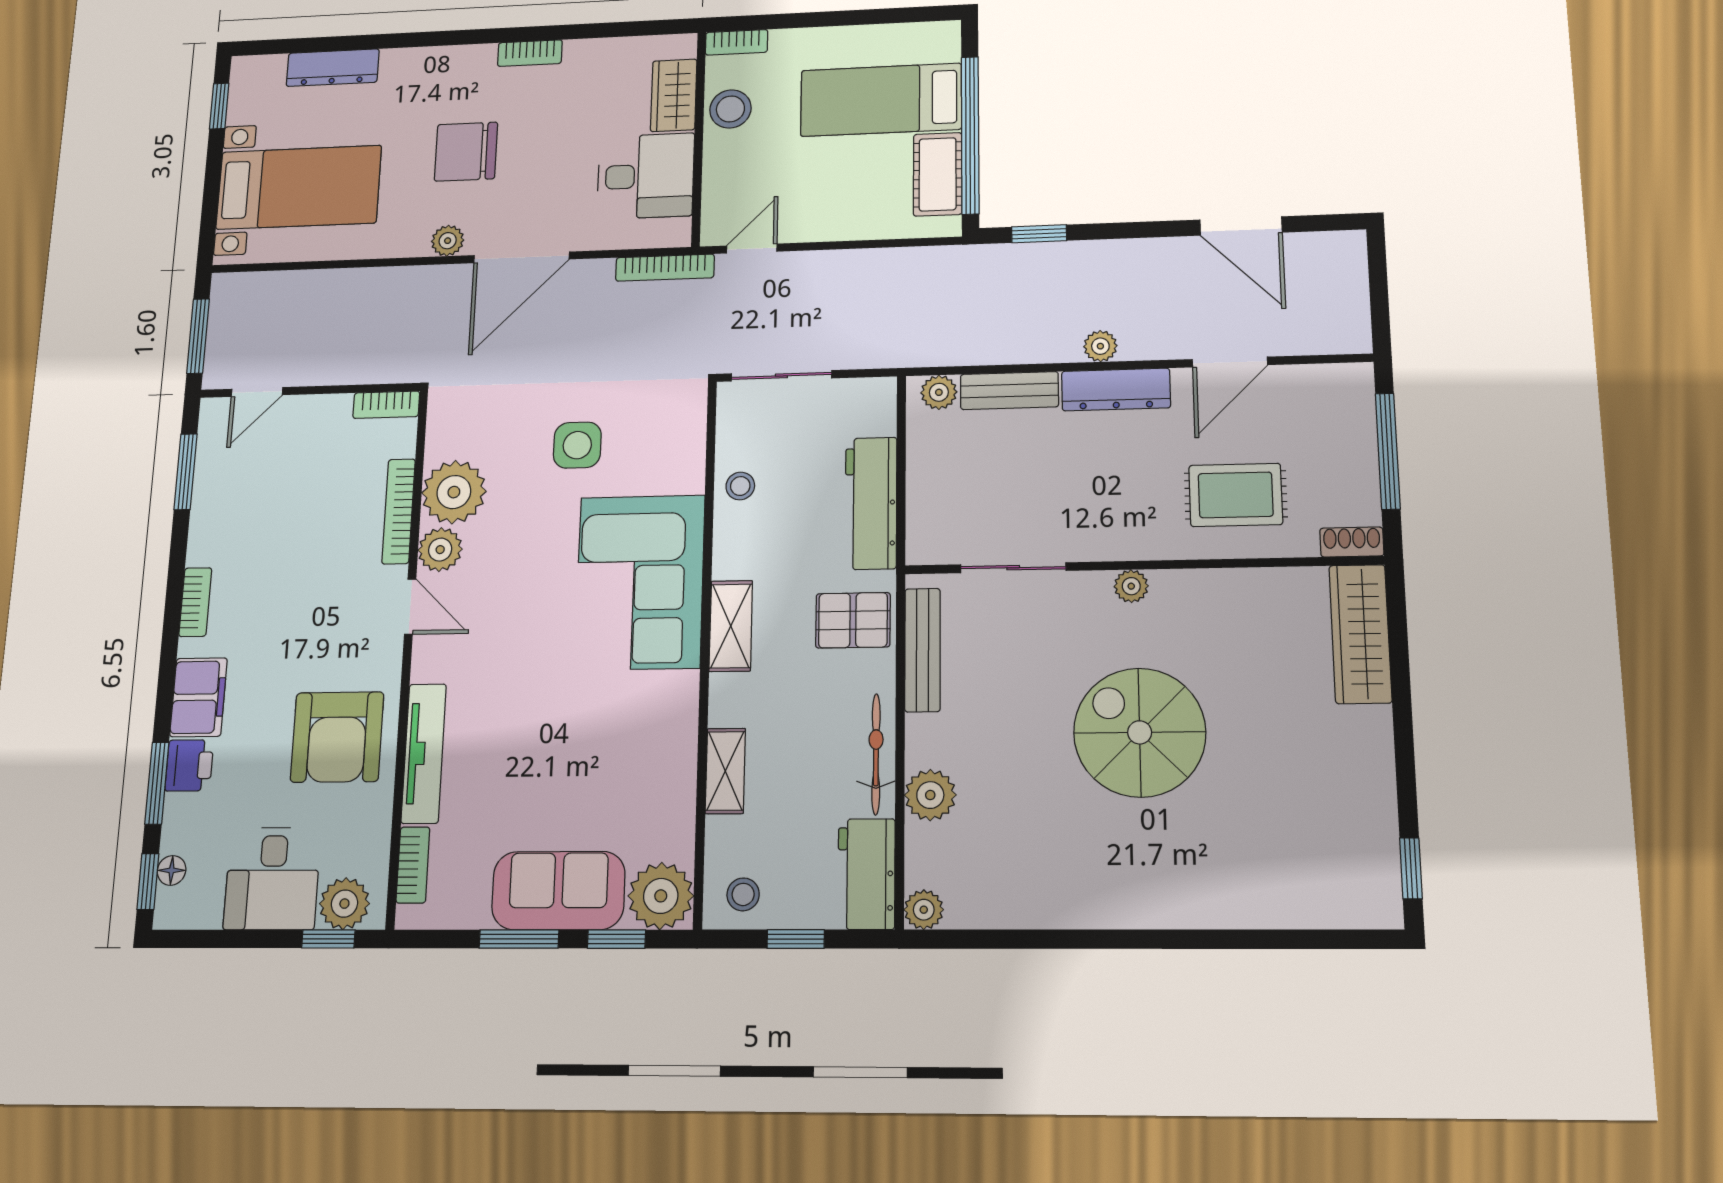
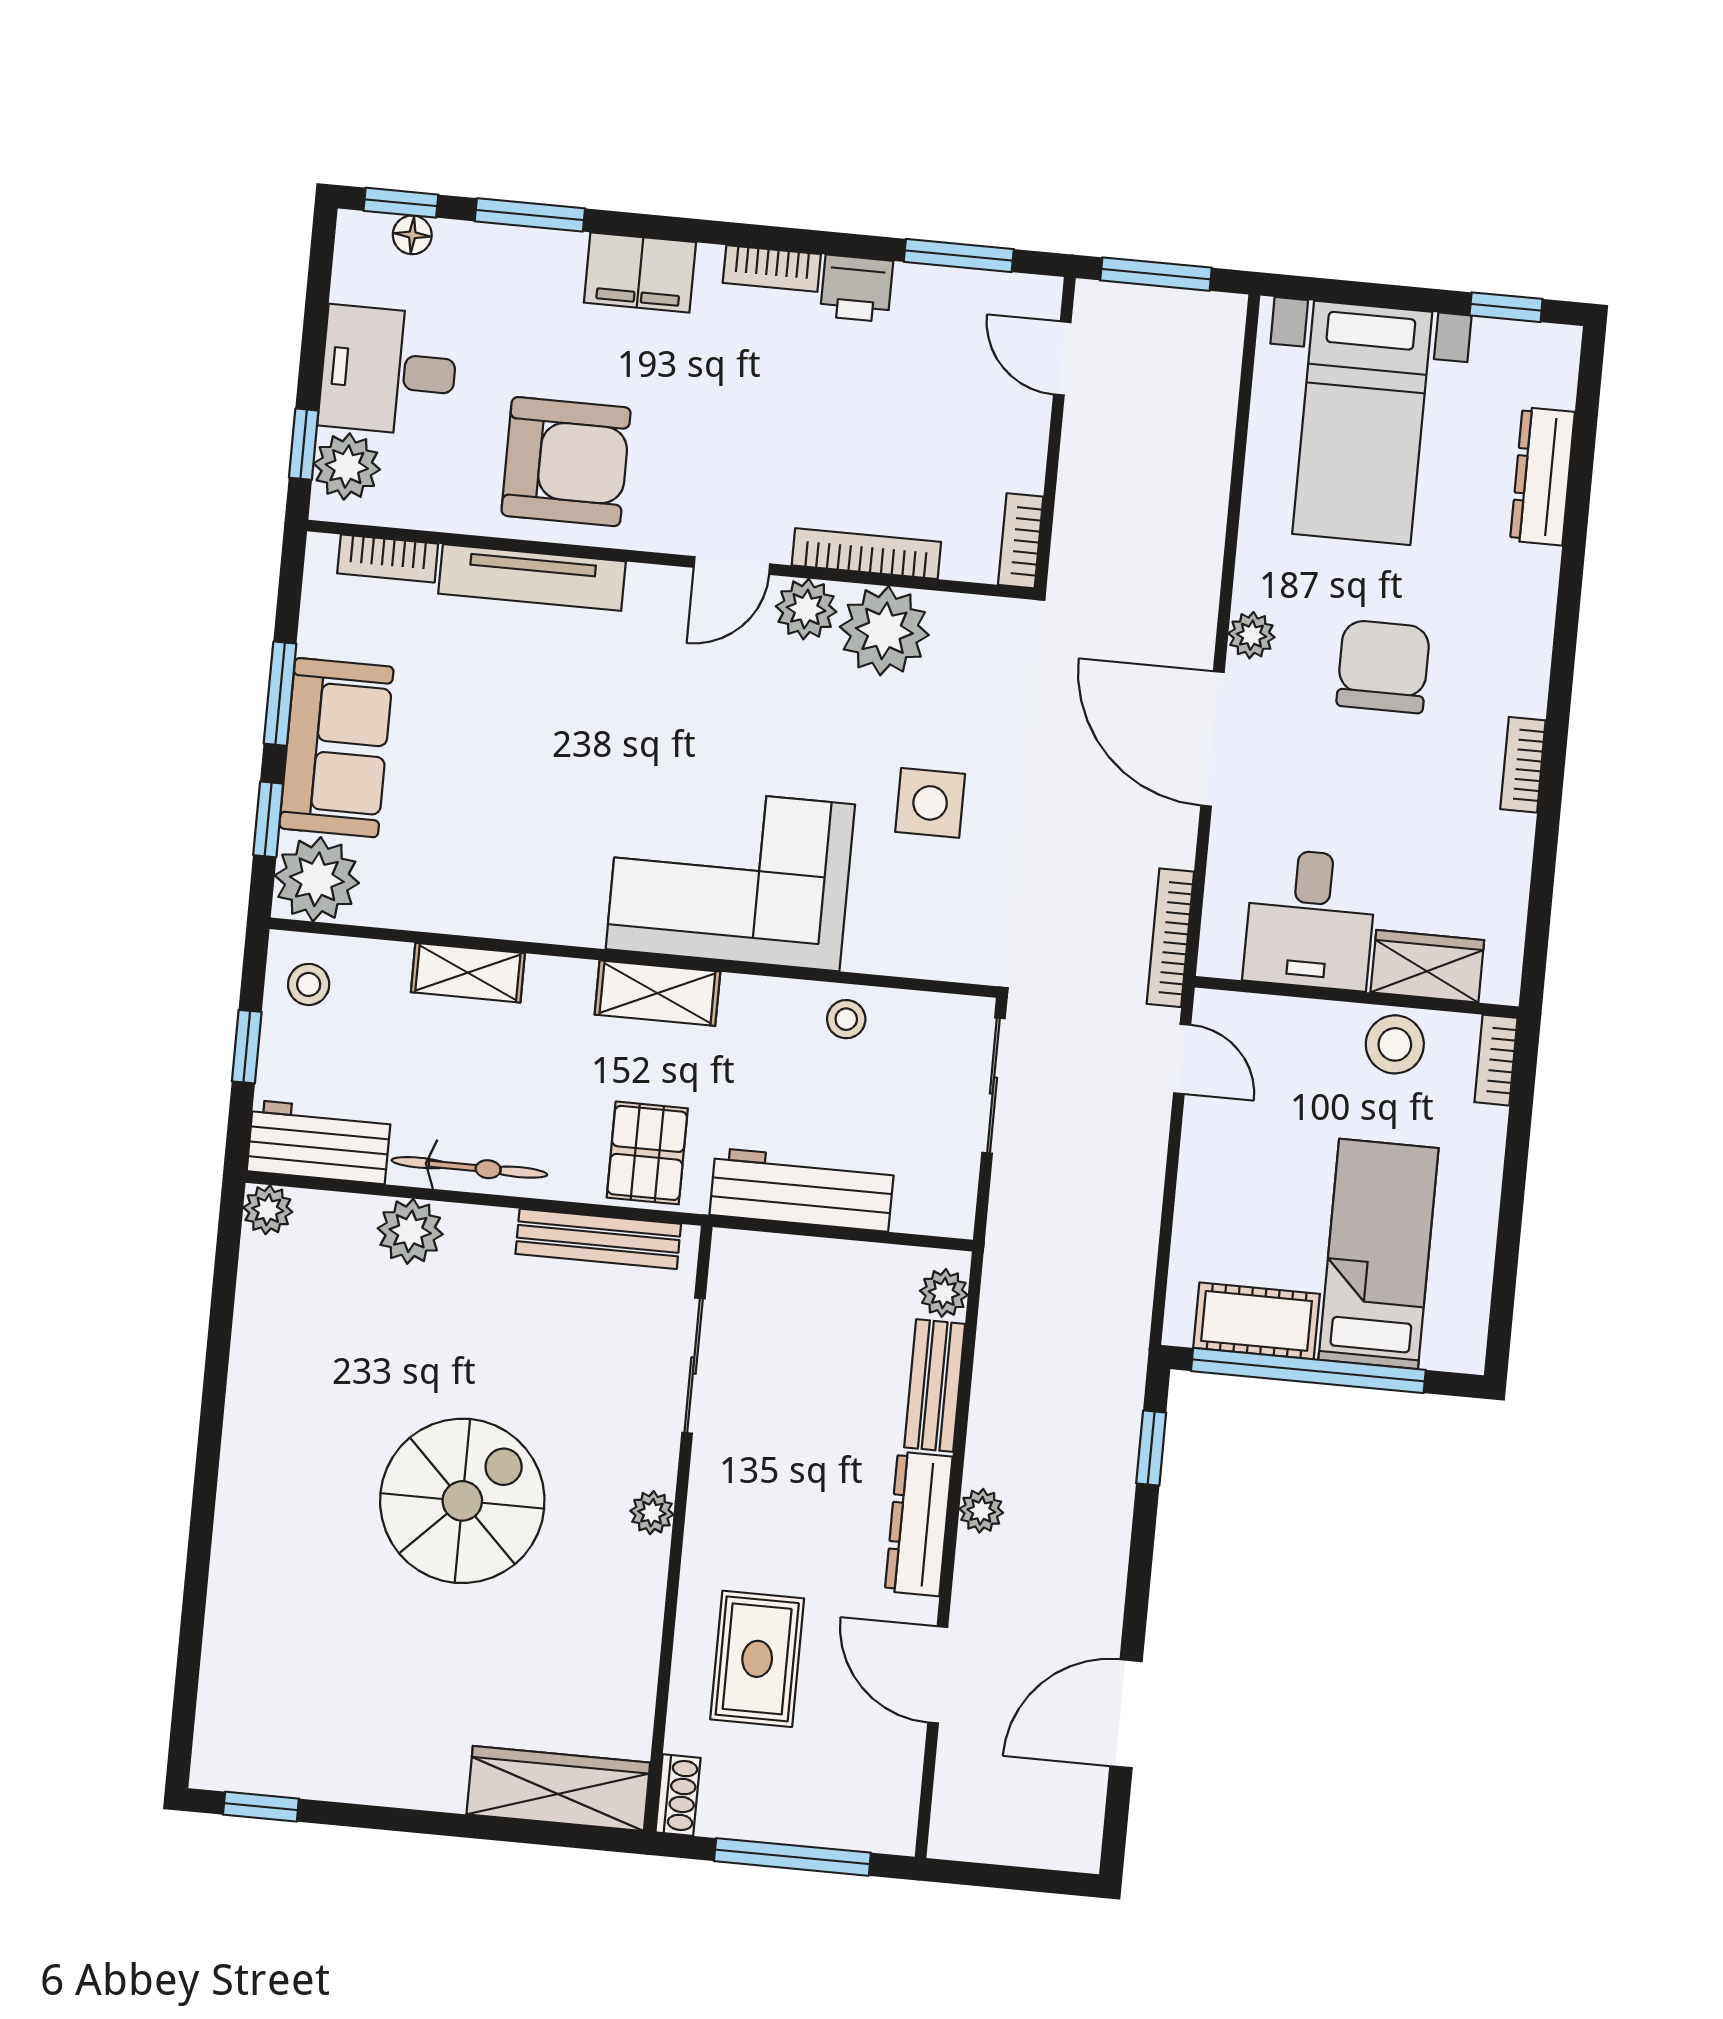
armchair: (337, 737) -> (566, 462), turned 180
printer: (189, 765) -> (857, 288), moved

